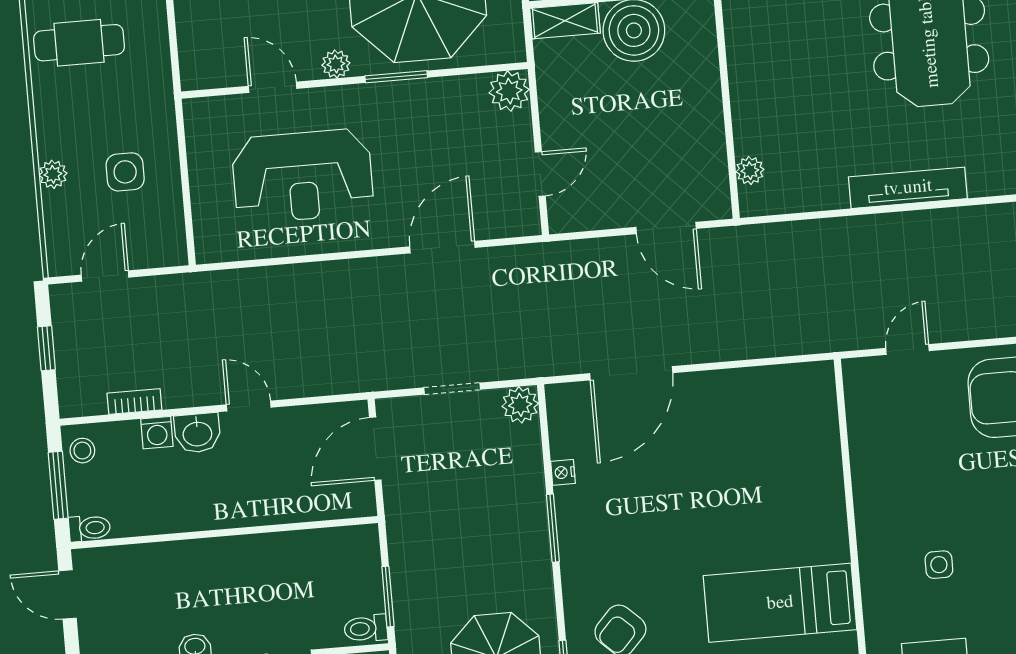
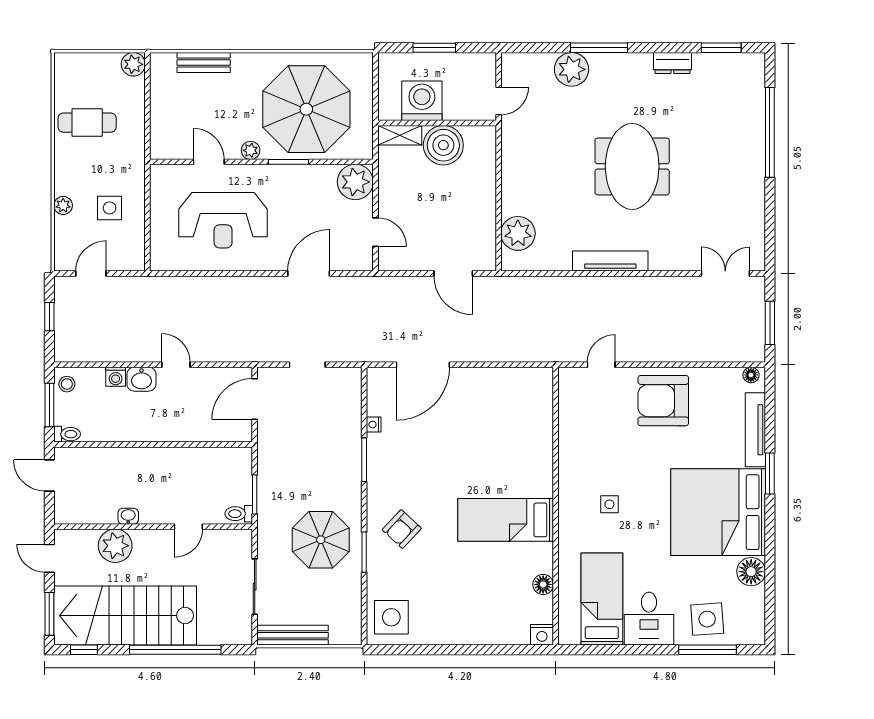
plant: (509, 91) -> (355, 182), width x1.36, depth x1.36
plant: (750, 171) -> (518, 233), width x1.87, depth x1.87
door: (540, 174) -> (375, 232), hinge flipped
bookcase: (134, 402) -> (103, 356), removed
plant: (520, 405) -> (350, 379), removed

